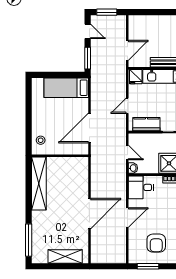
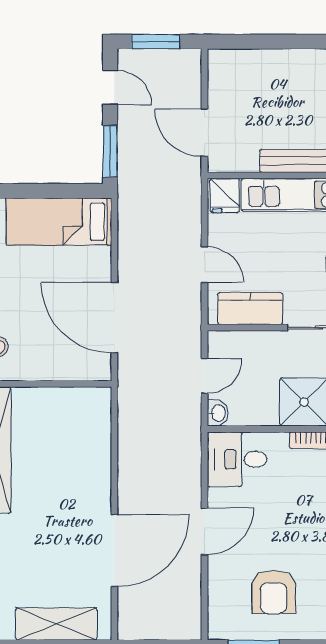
door: (127, 50) -> (205, 133), swing flipped
door: (127, 106) -> (205, 265), swing flipped
door: (89, 128) -> (114, 318), hinge flipped
door: (127, 152) -> (205, 376), hinge flipped
door: (89, 214) -> (114, 550), moved

